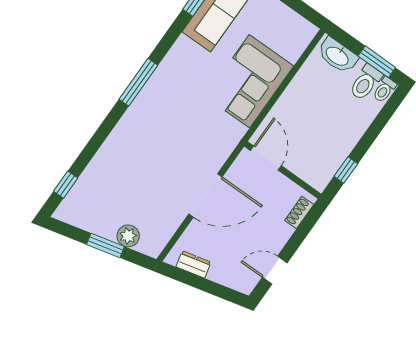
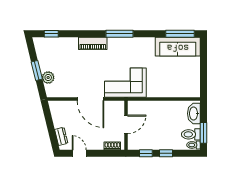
corner sofa: (249, 81) -> (125, 83), moved
piano: (124, 133) -> (93, 43), added
window: (367, 140) -> (166, 153), added
door: (266, 158) -> (126, 124), moved
dresser: (193, 264) -> (61, 136), moved

